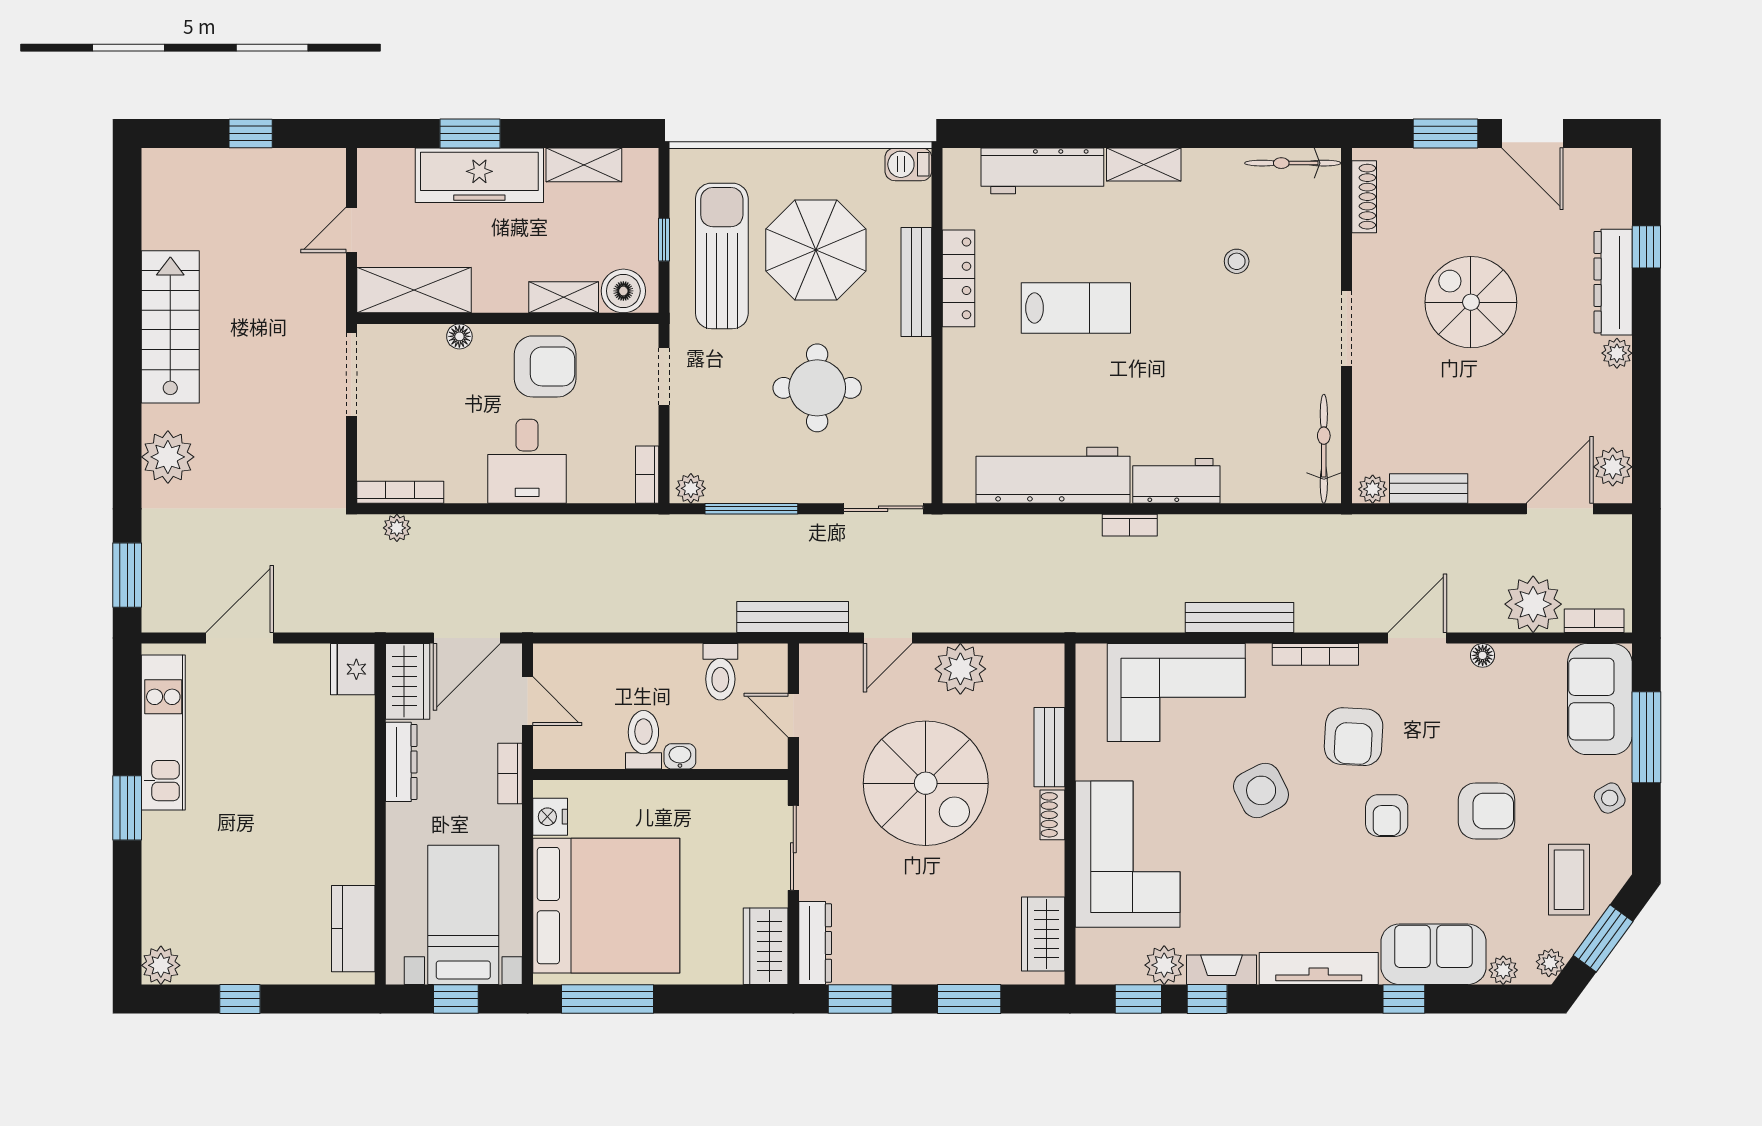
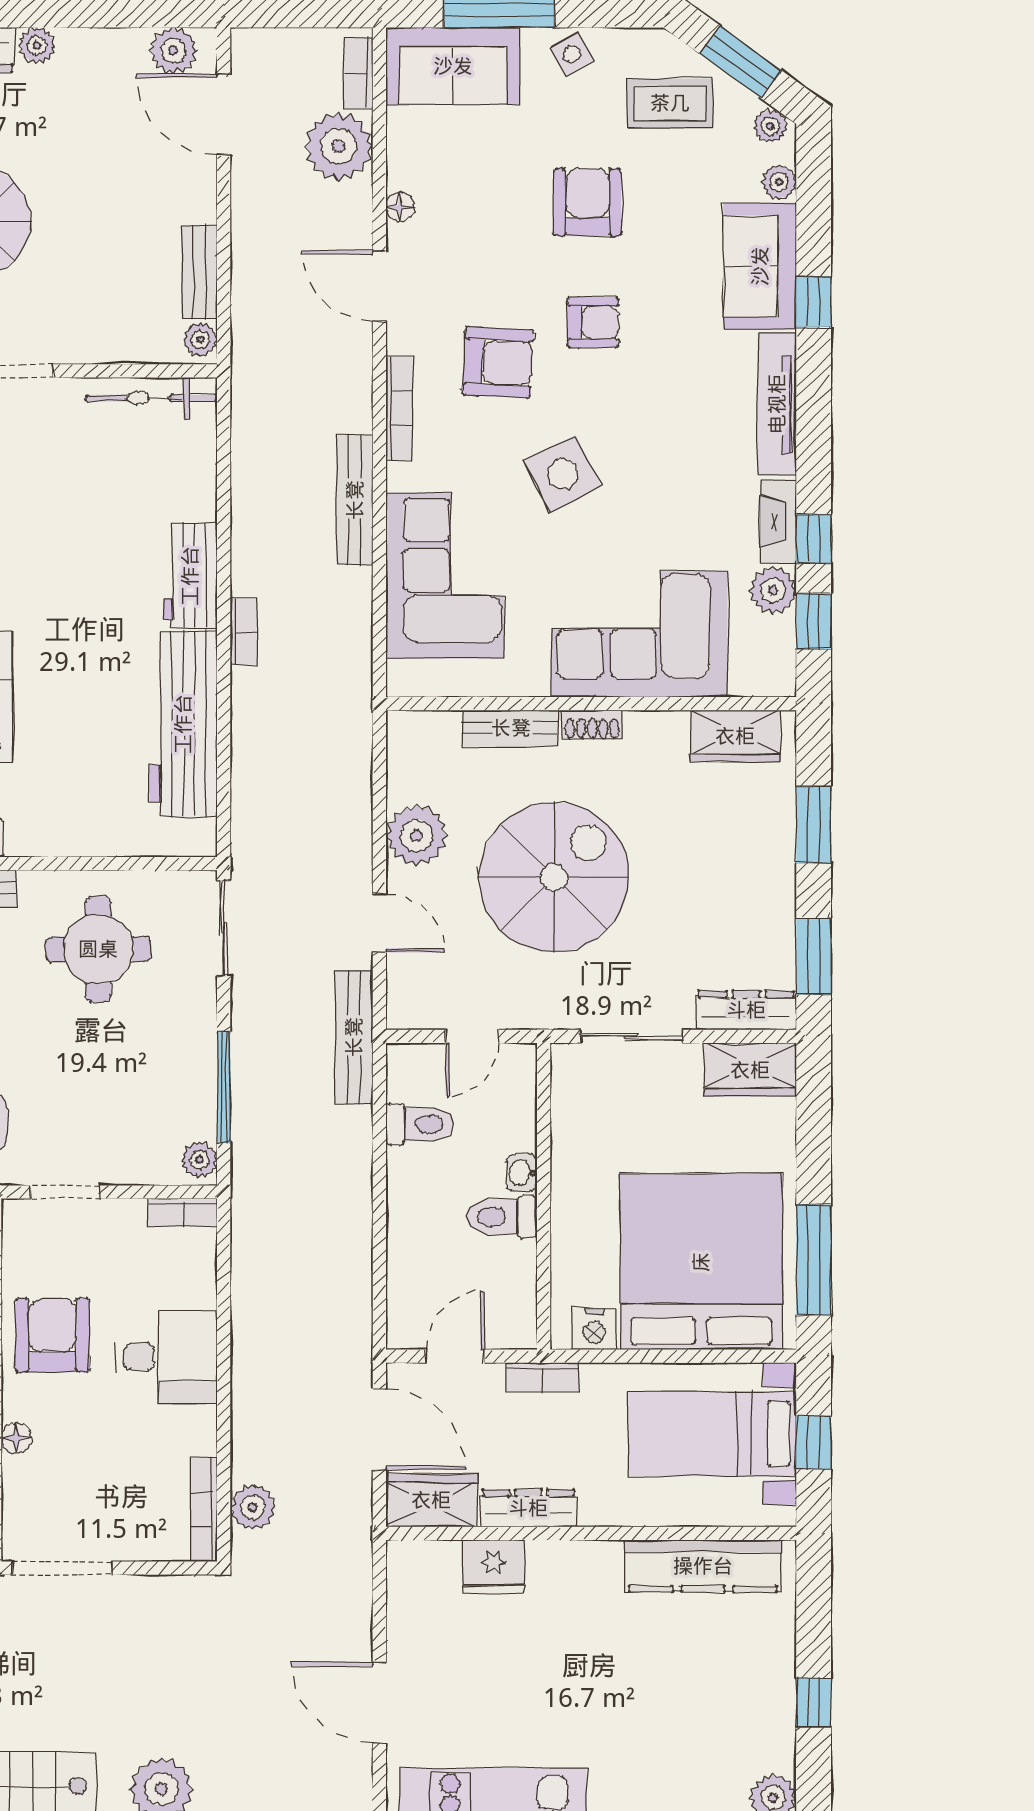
round table: (817, 388) -> (98, 949), moved
plant: (397, 528) -> (253, 1507), width x1.38, depth x1.38
fridge: (353, 669) -> (494, 1567), moved
kitchen counter: (353, 929) -> (703, 1566), width x1.50

